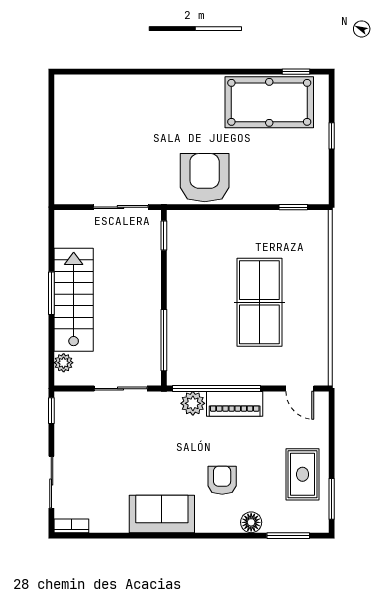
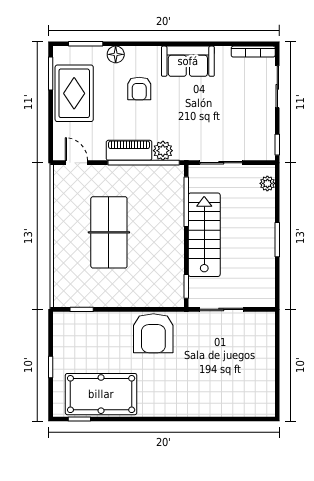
stairs: (74, 300) -> (204, 235), moved, turned 180
rug: (303, 474) -> (74, 93), width x1.36, depth x1.43
bookcase: (71, 526) -> (253, 52), width x1.56

